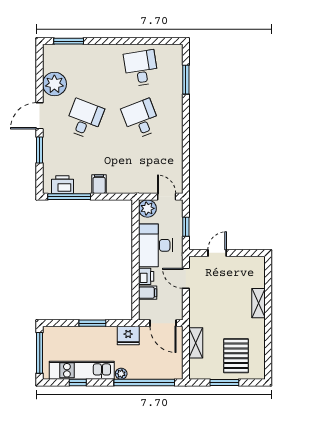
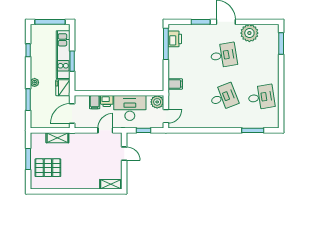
desk: (84, 119) -> (224, 55), turned -30
filing cabinet: (99, 184) -> (175, 84), moved
shelving: (258, 303) -> (111, 184), moved
kitchen unit: (82, 370) -> (63, 55), moved, turned 180
window: (144, 382) -> (28, 100), width x0.47

